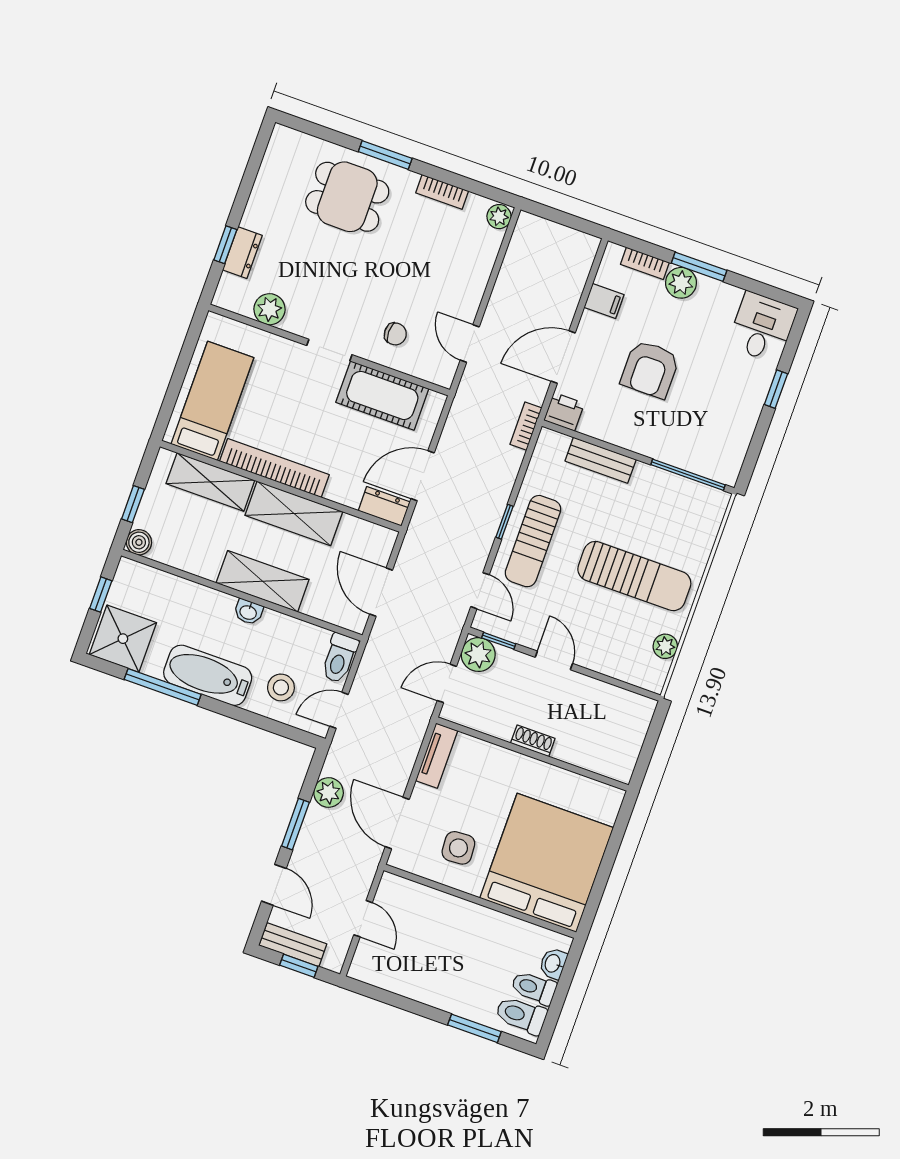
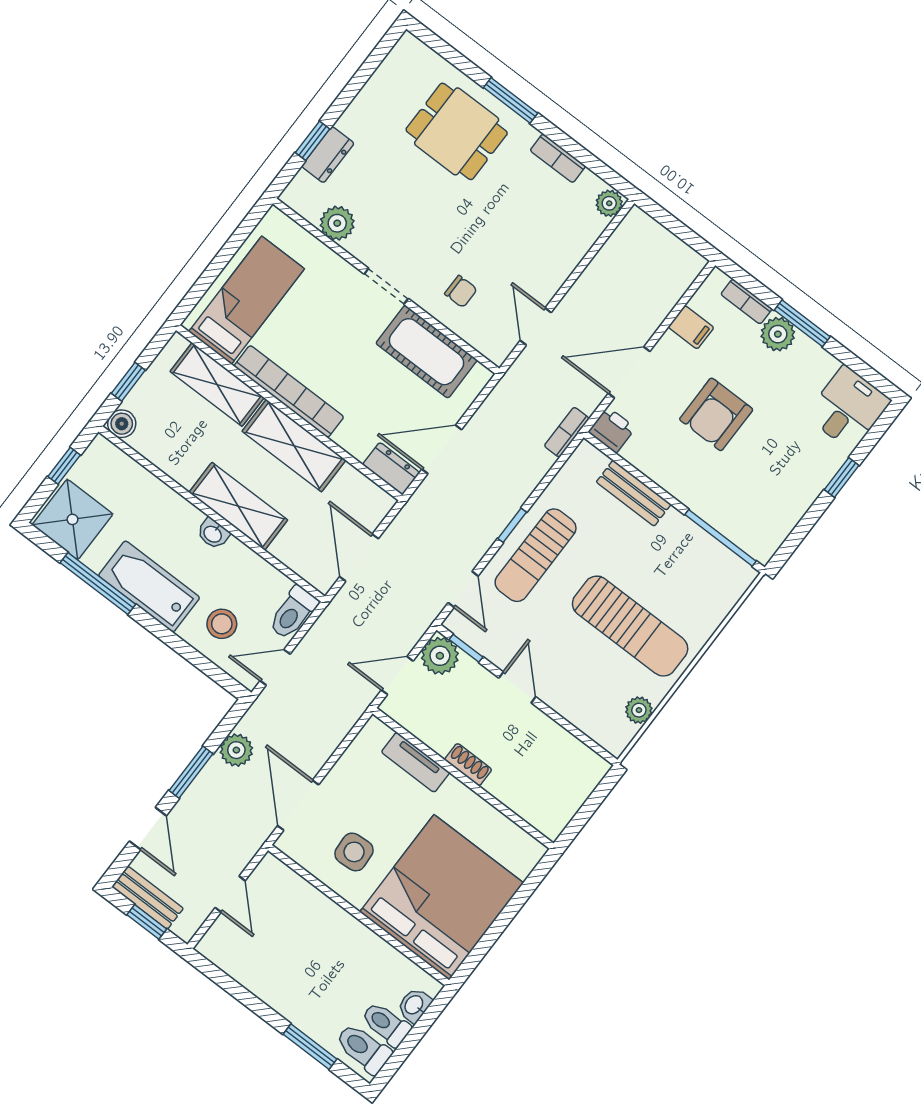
tv unit: (437, 756) -> (416, 762), moved, turned 90

